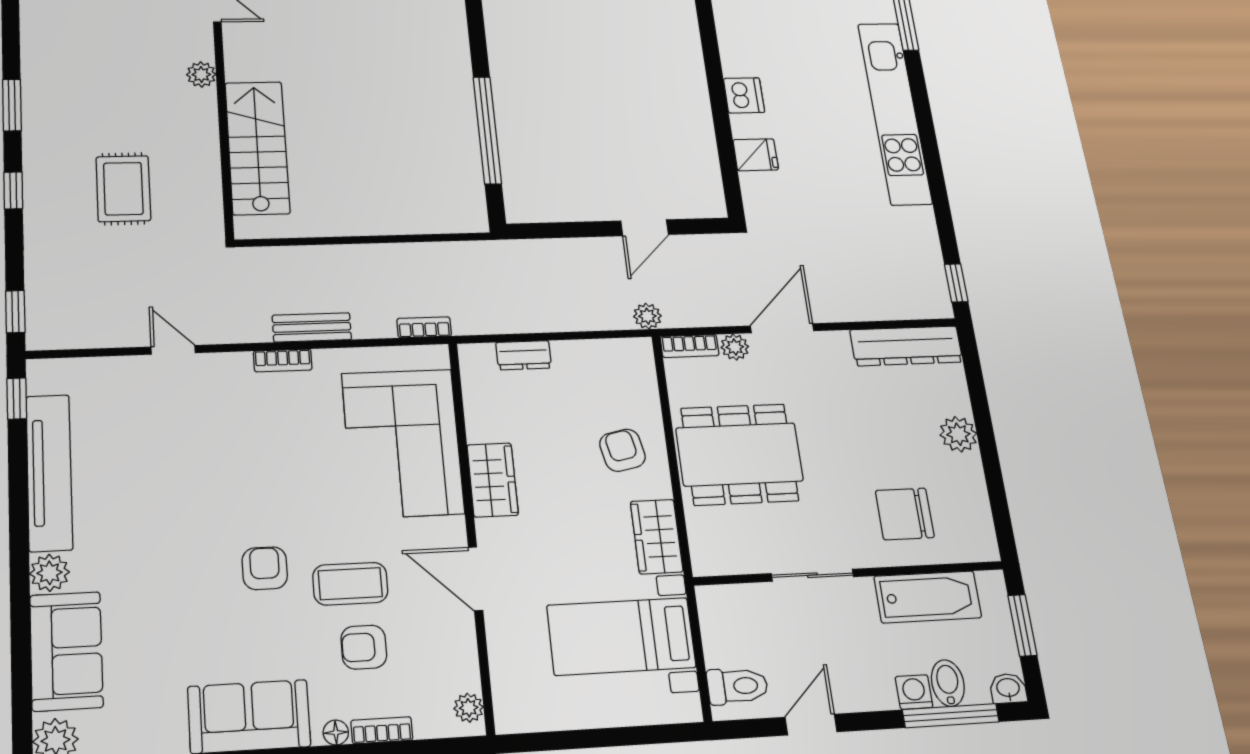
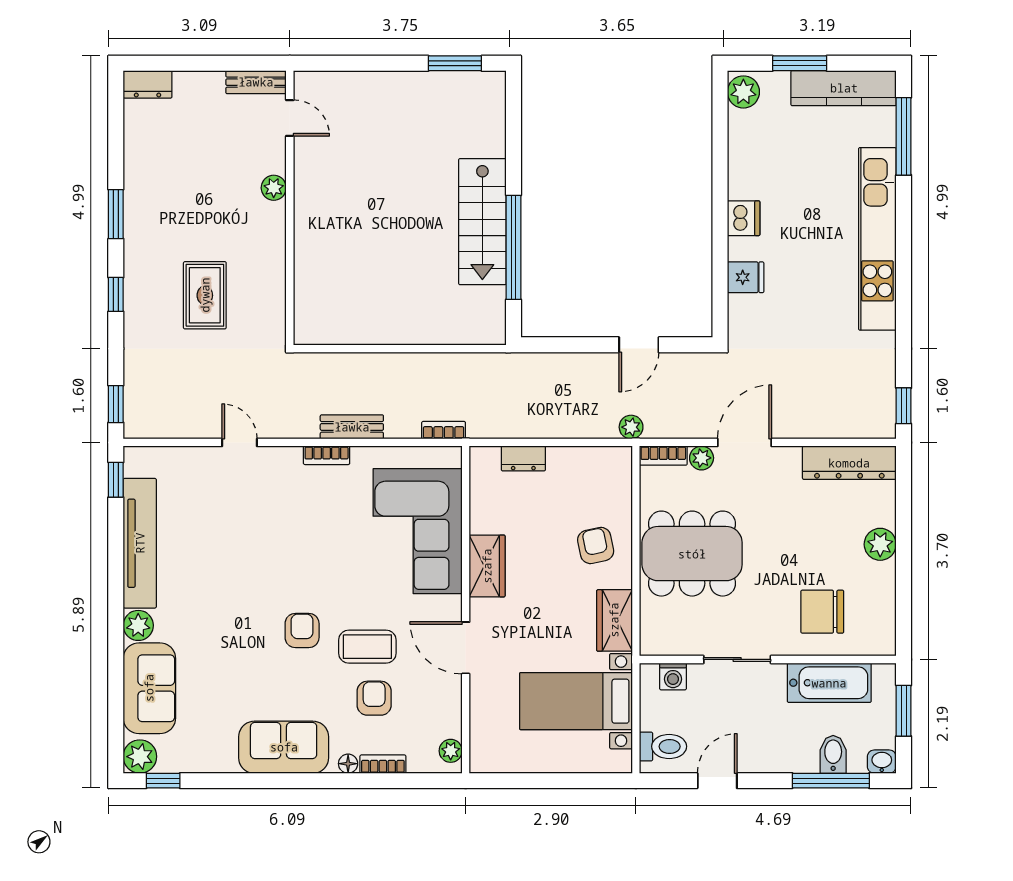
stairs: (257, 148) -> (482, 222), moved, turned 180
armchair: (364, 647) -> (374, 698), turned 90
washing machine: (914, 692) -> (673, 676), moved, turned 180

